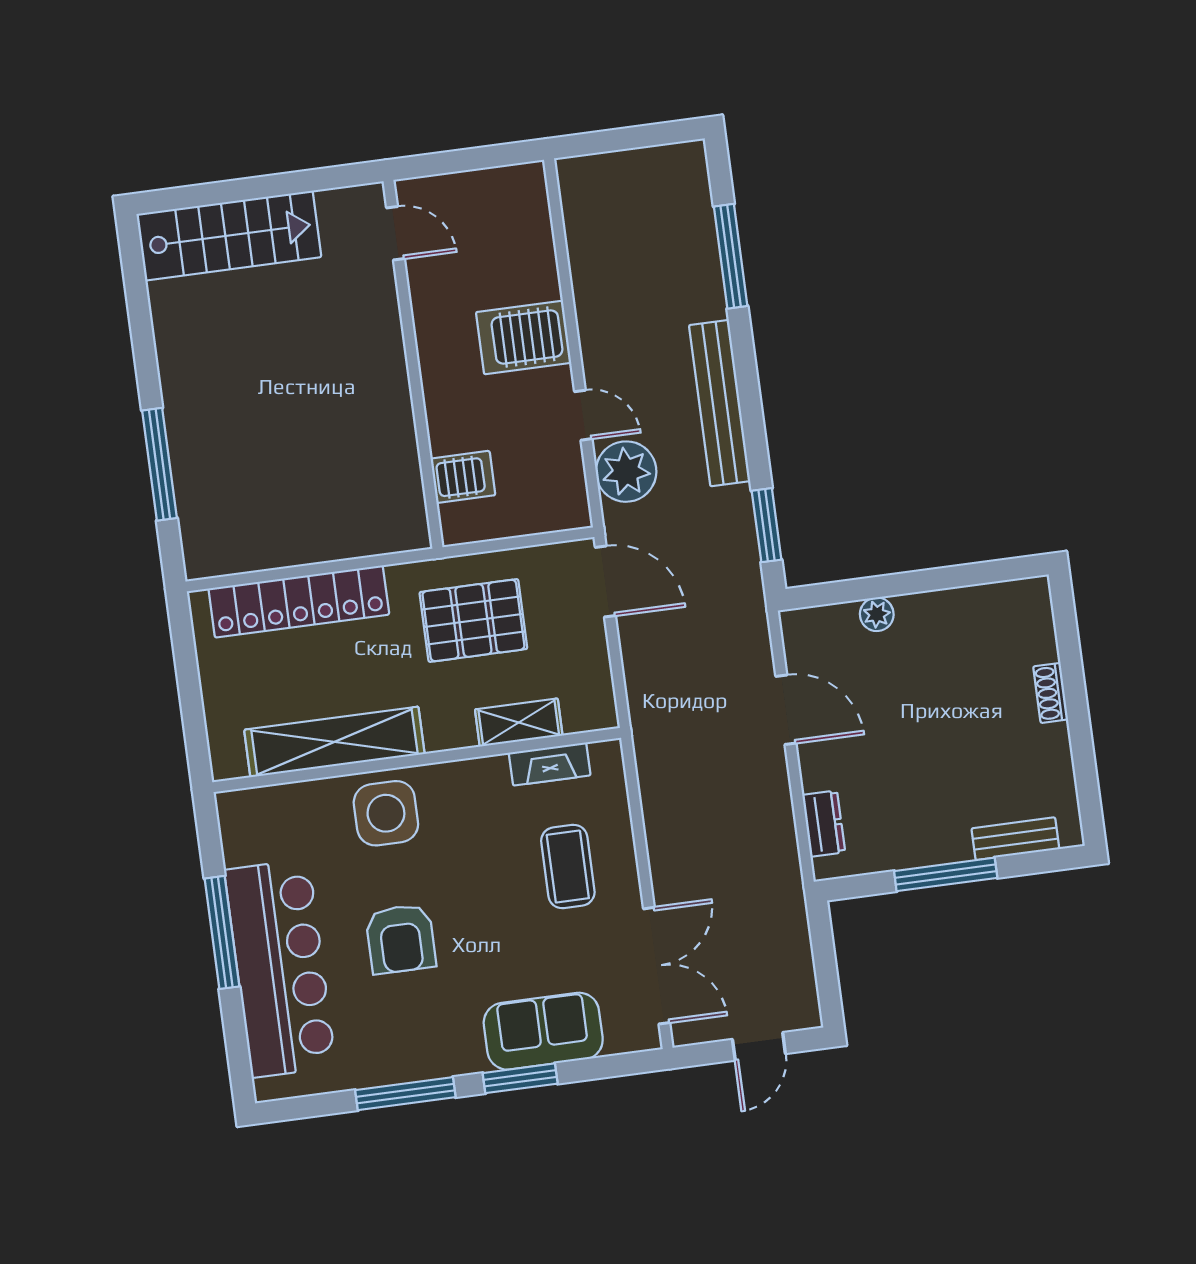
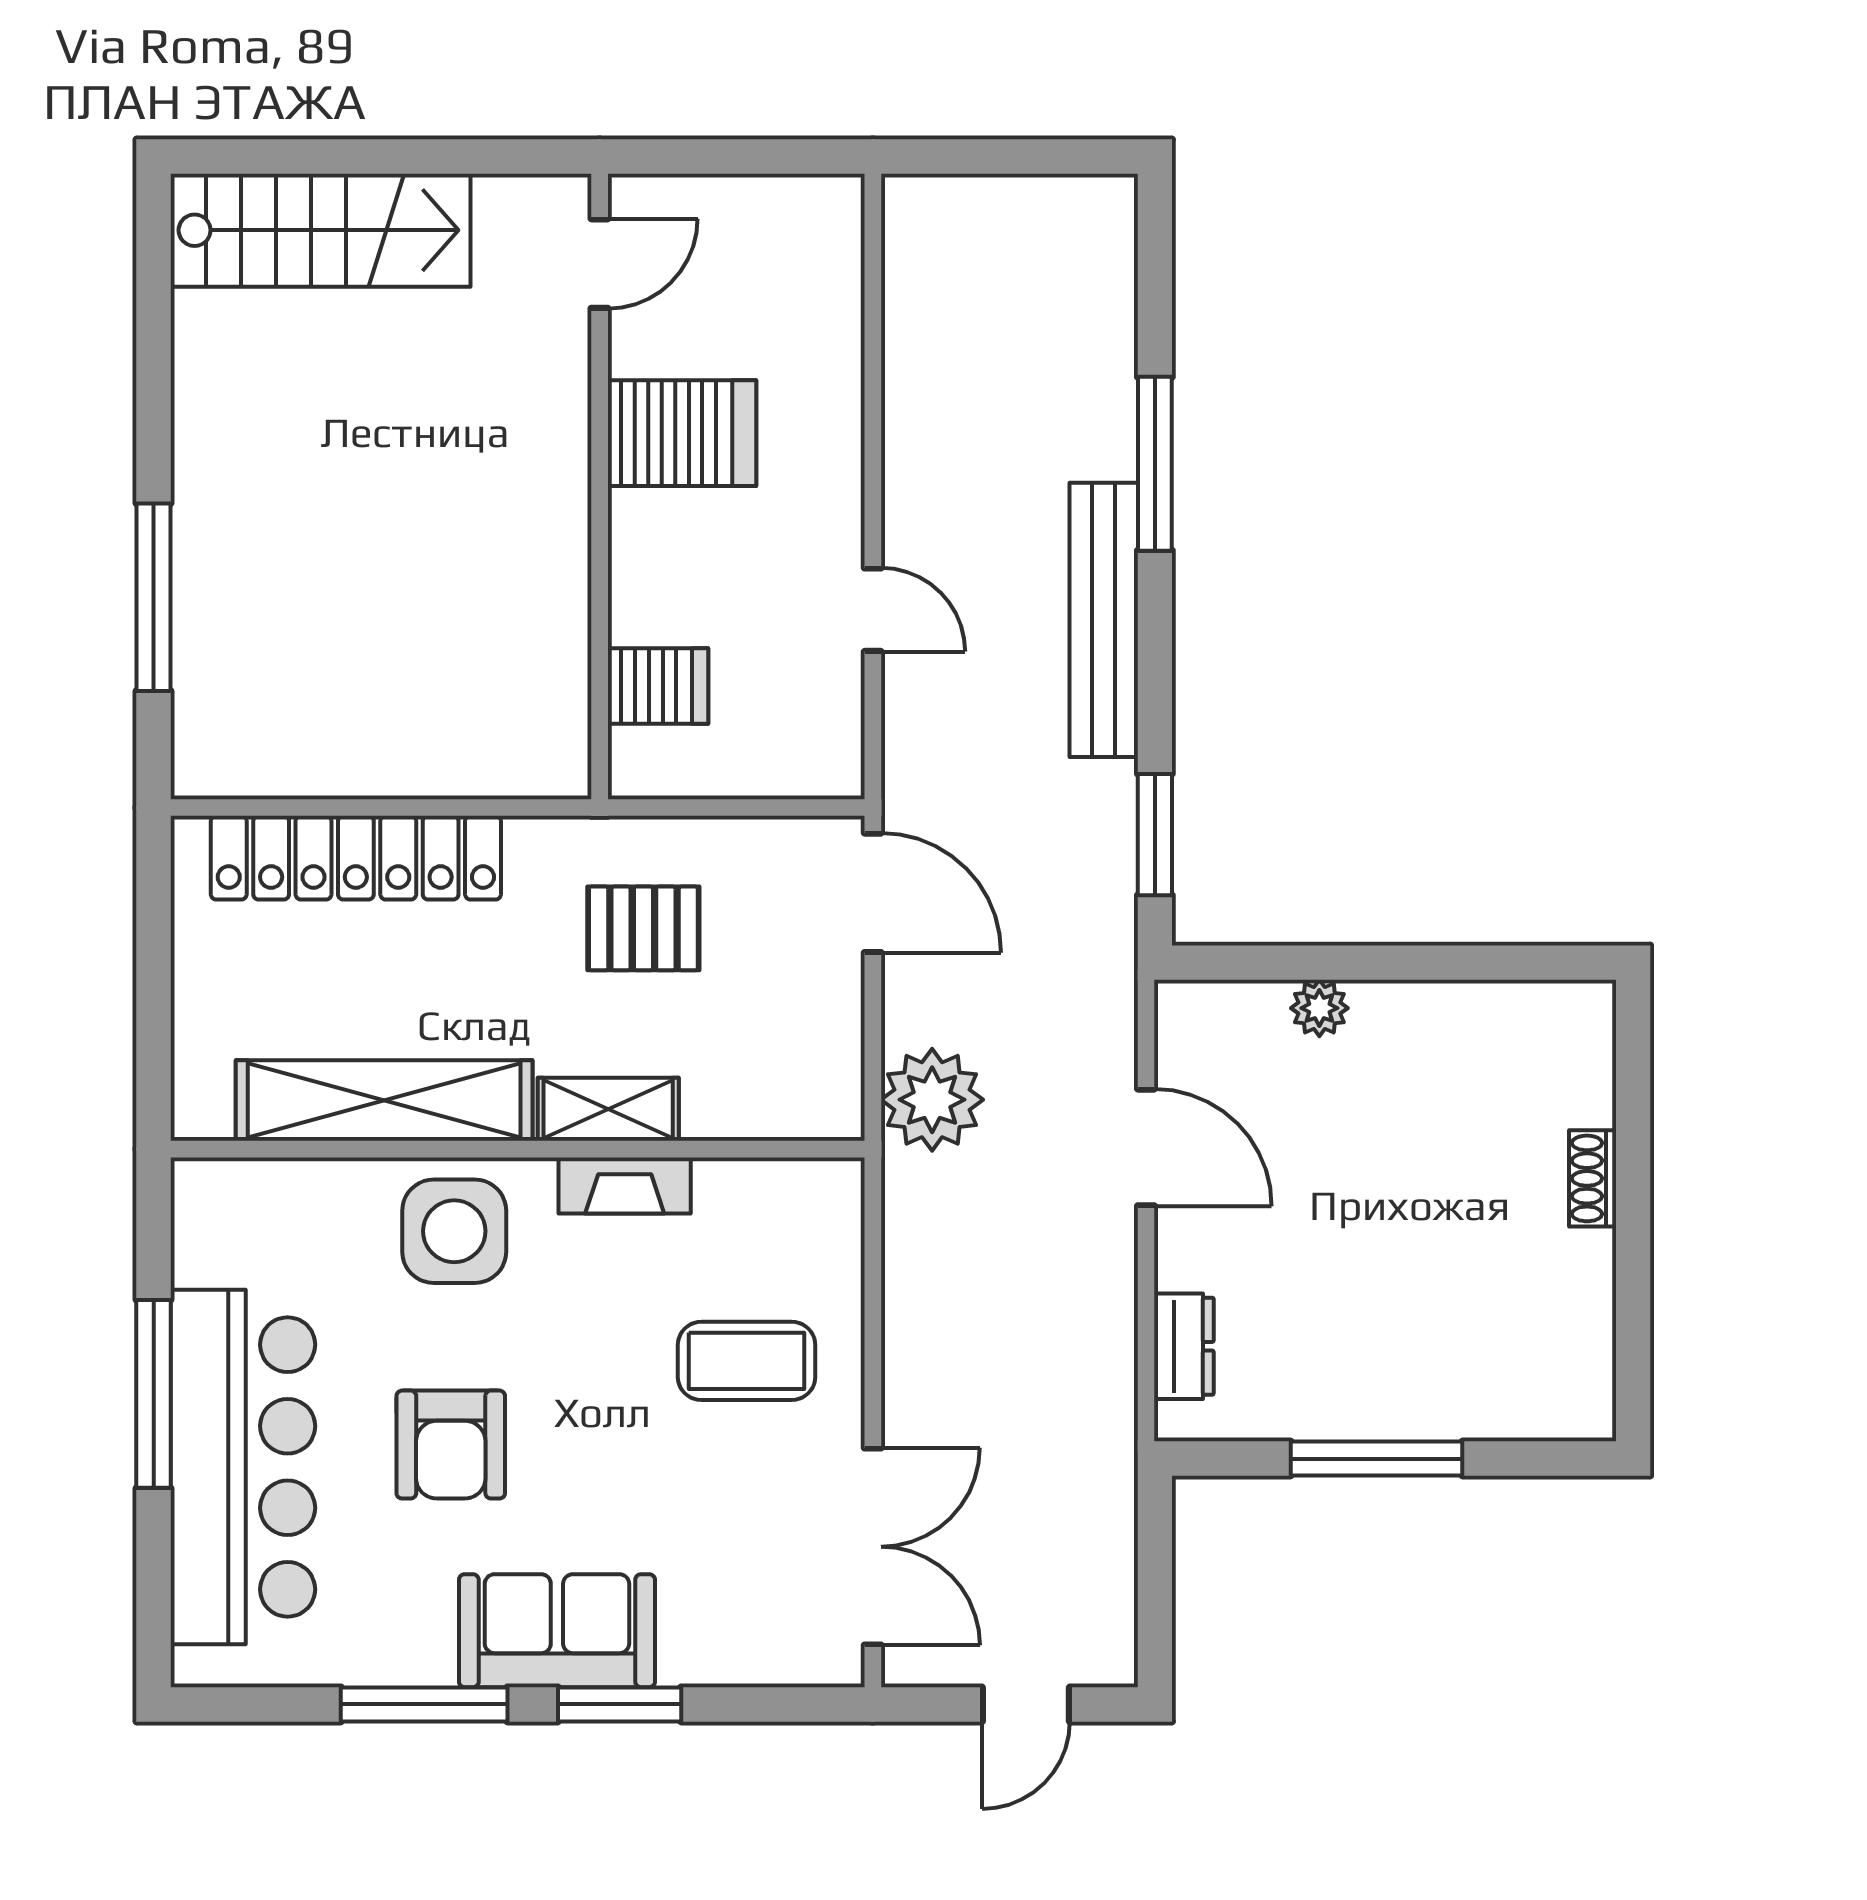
door: (395, 233) -> (600, 264), hinge flipped
window: (731, 256) -> (1155, 464), moved
server rack: (524, 337) -> (682, 433), moved, turned 180
plant: (626, 472) -> (932, 1100), moved
pallet: (473, 621) -> (643, 928), width x0.67, depth x0.71
shelving: (519, 723) -> (608, 1109), moved
fireplace: (550, 764) -> (625, 1185), moved
bench: (1015, 839) -> (1501, 1414), removed
coffee table: (568, 866) -> (747, 1361), turned 90
sofa: (543, 1031) -> (557, 1631), moved

